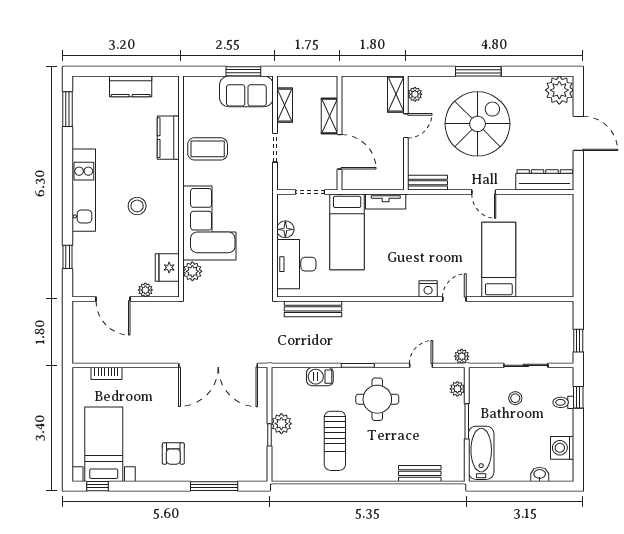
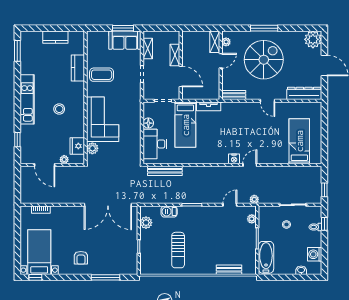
bed: (499, 260) -> (299, 141), moved
round table: (377, 399) -> (204, 225), removed
plant: (281, 424) -> (146, 223), moved

